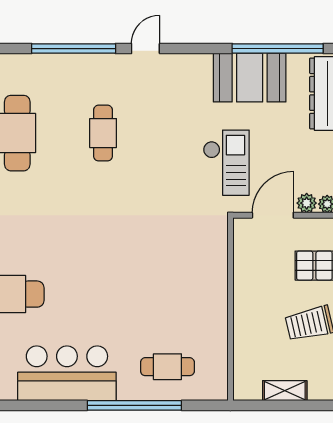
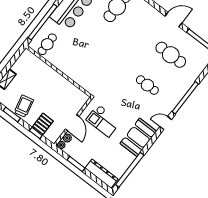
door: (145, 49) -> (166, 123), swing flipped
booth: (250, 78) -> (138, 137), moved
wall: (230, 309) -> (59, 71), moved

